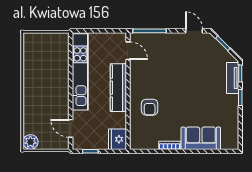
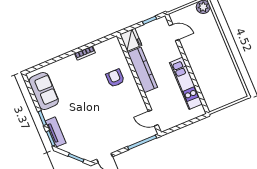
kitchen unit: (80, 72) -> (186, 83), width x0.73
kitchen counter: (118, 88) -> (143, 70), moved
sofa: (201, 138) -> (44, 91), moved, turned -90

